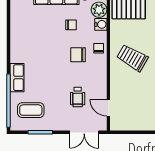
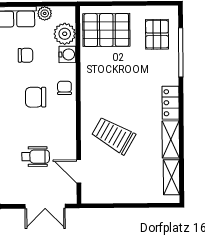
trolley: (132, 58) -> (113, 135), moved
wheelchair: (78, 97) -> (36, 157), turned -90

